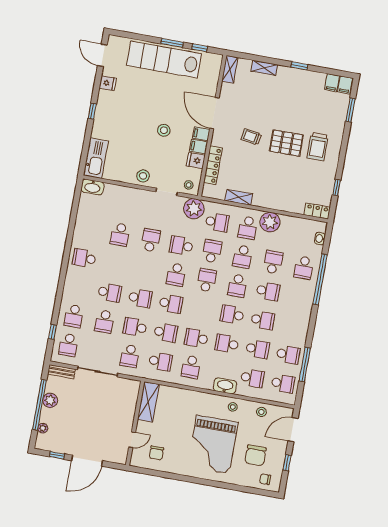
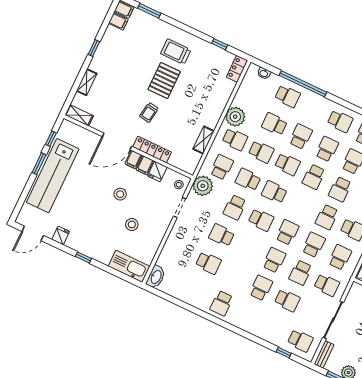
trolley: (318, 147) -> (176, 52), turned 180
locker: (213, 165) -> (152, 150), moved
stool: (143, 176) -> (132, 224), moved
school desk: (74, 316) -> (340, 121), moved

